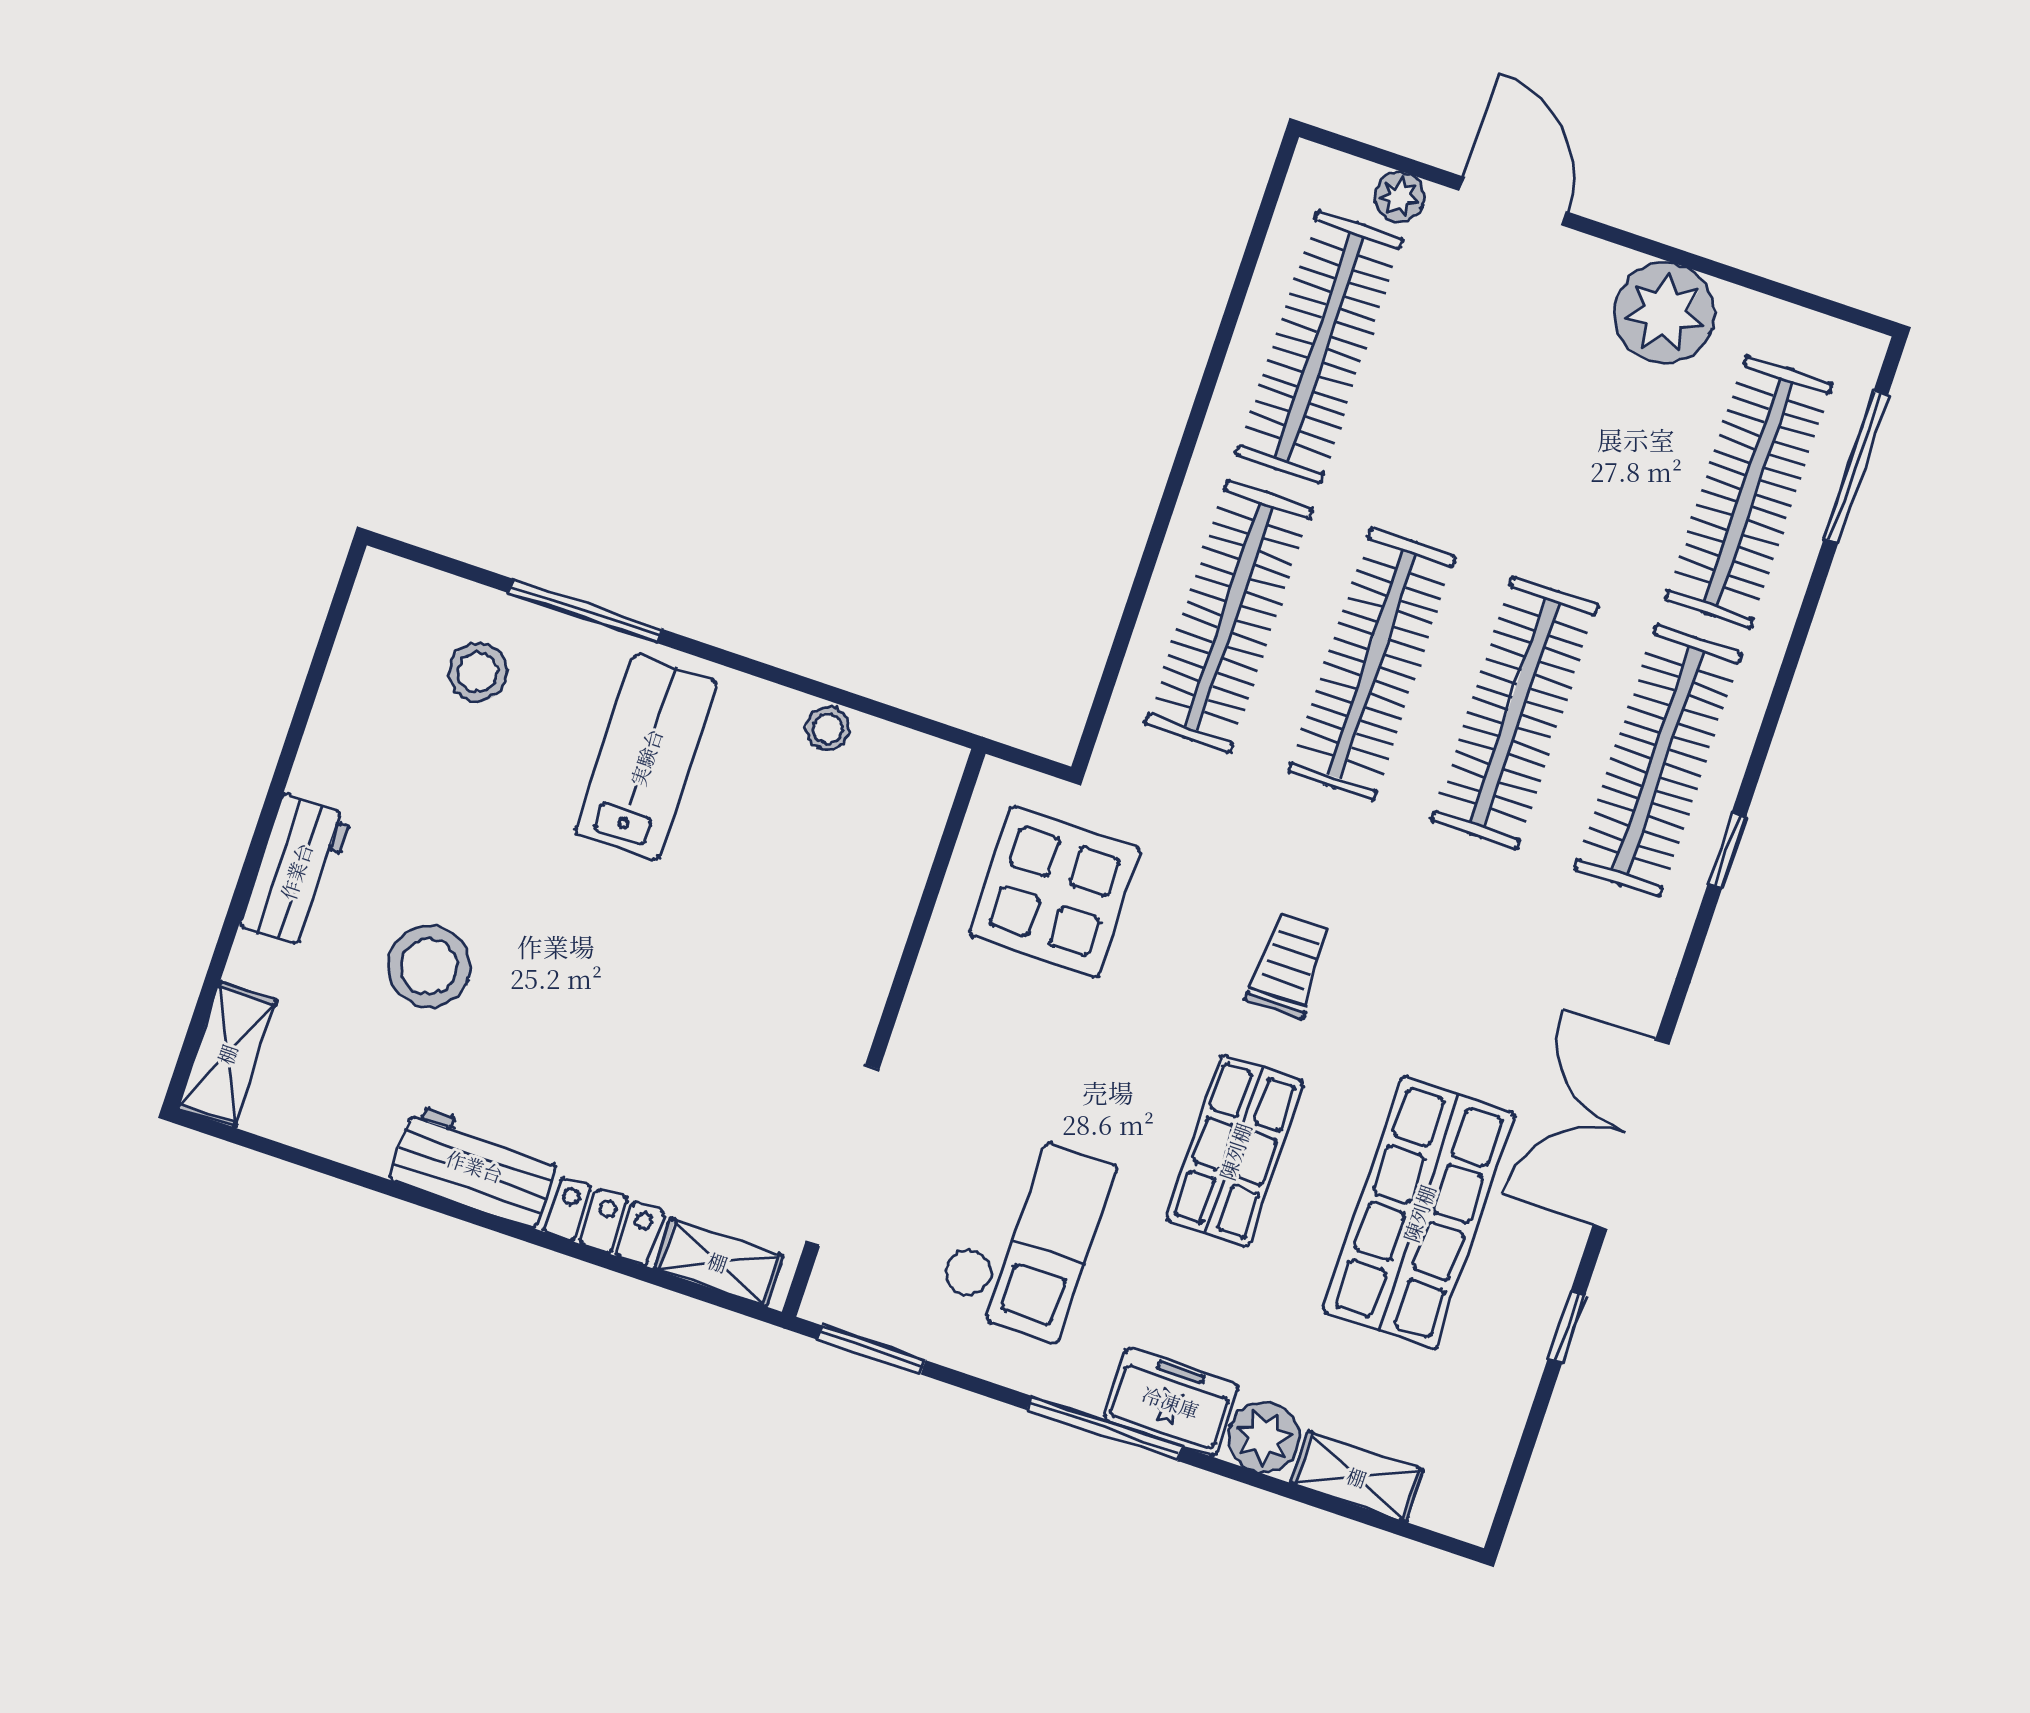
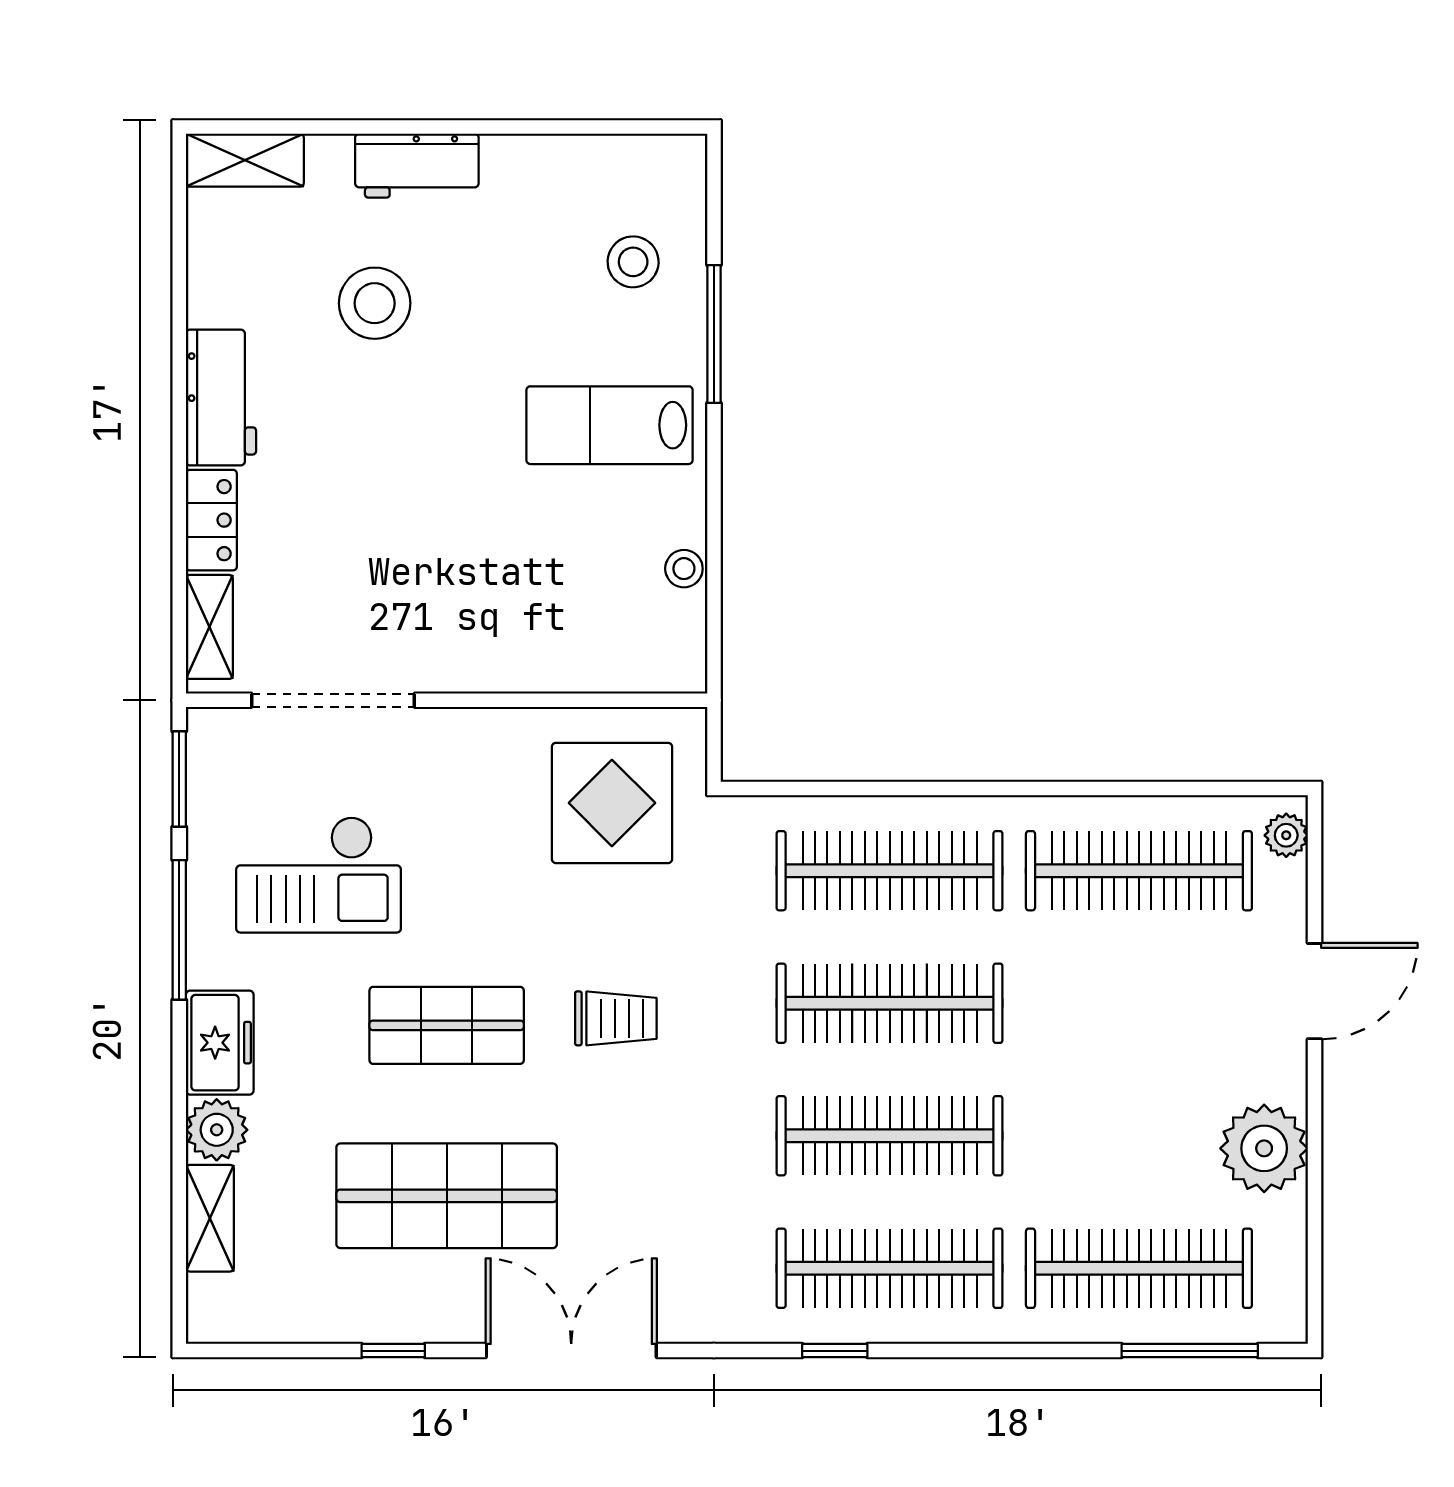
plant: (1400, 197) -> (1286, 835), moved
lab bench: (646, 757) -> (610, 425), turned 180
window: (1105, 1428) -> (179, 930), moved

